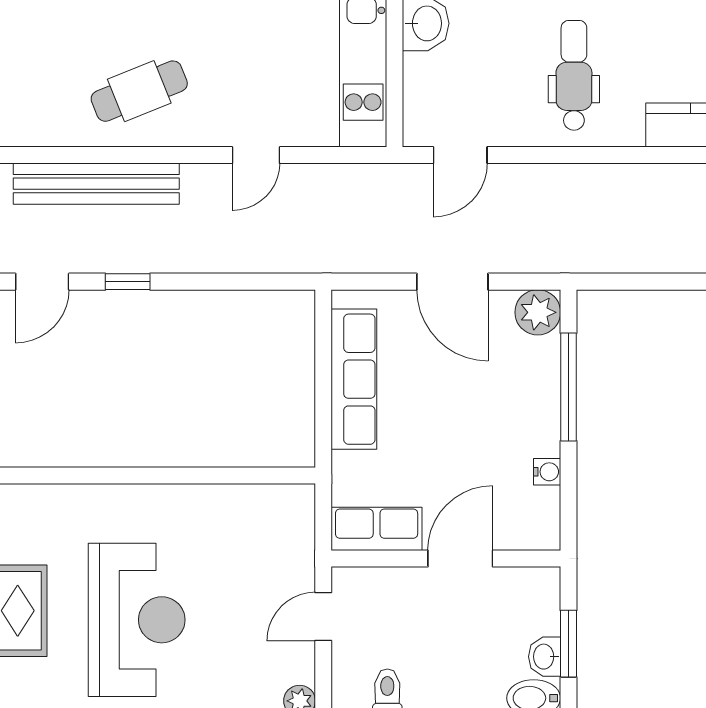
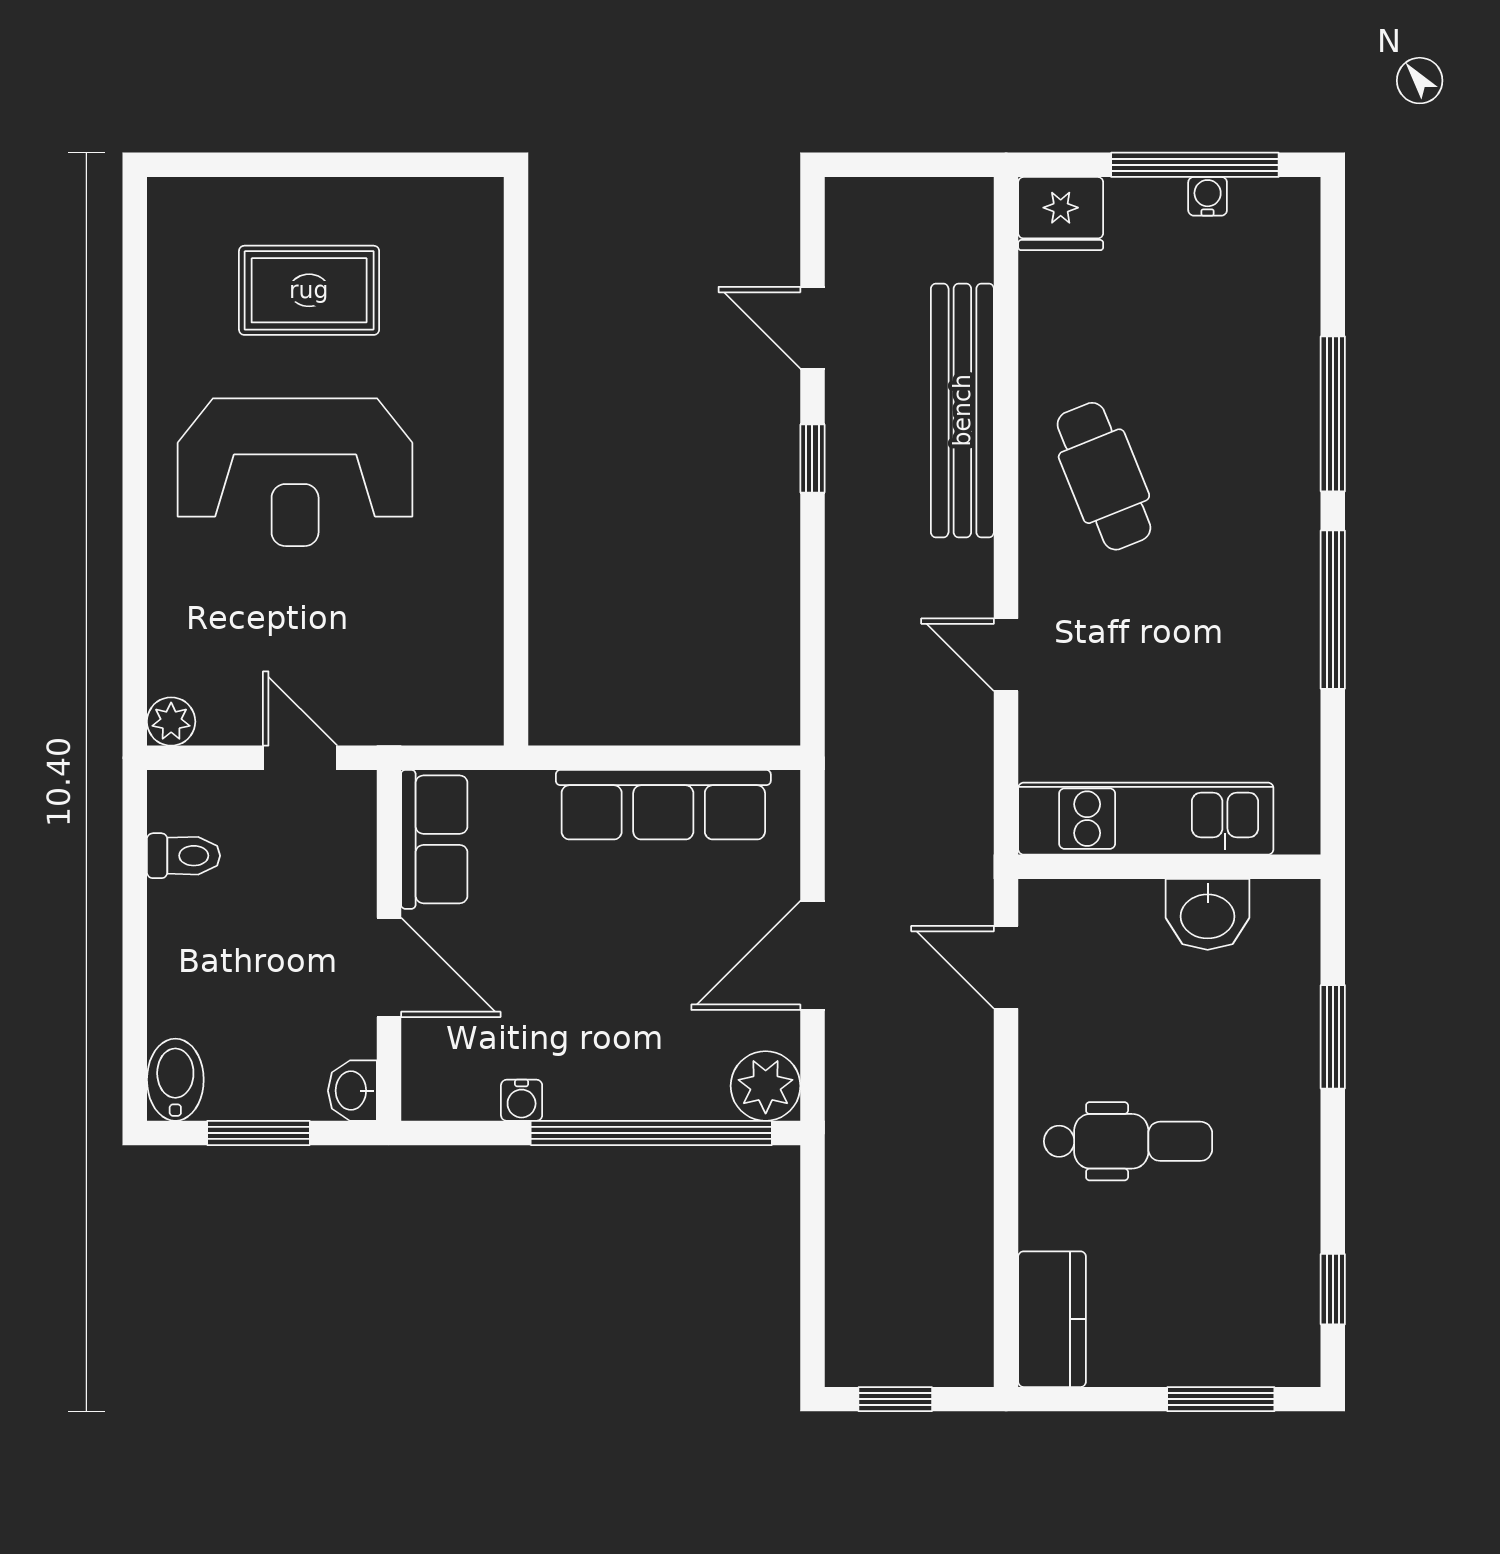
window: (568, 387) -> (651, 1133), width x1.46
washbasin: (545, 657) -> (352, 1091), moved, turned -90

